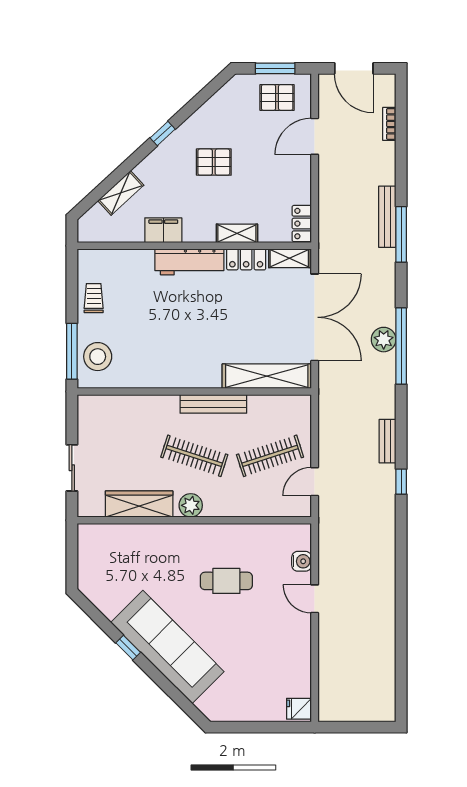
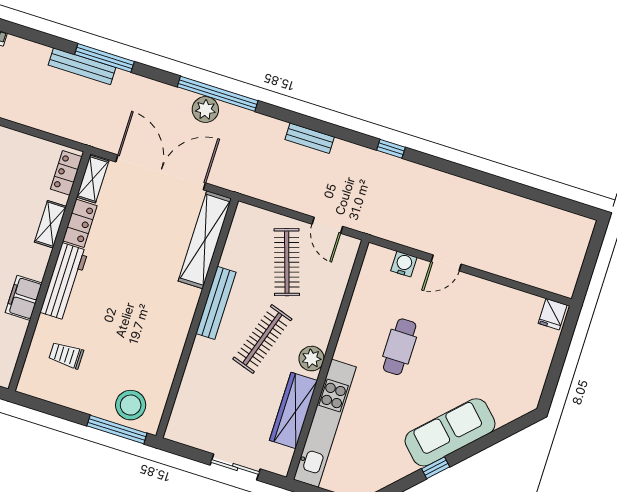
locker: (302, 224) -> (66, 173), moved, turned 90
trolley: (94, 298) -> (66, 355), moved
window: (401, 482) -> (391, 149), moved
kitchen unit: (137, 536) -> (325, 423), added
sofa: (167, 647) -> (450, 432), width x0.74, depth x0.79

